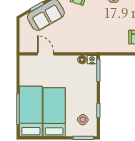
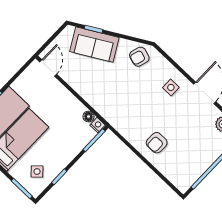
door: (46, 54) -> (48, 68), moved

